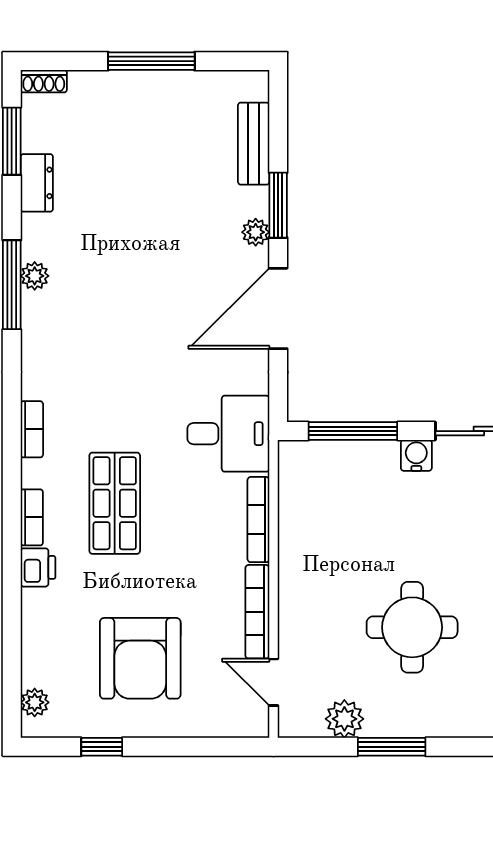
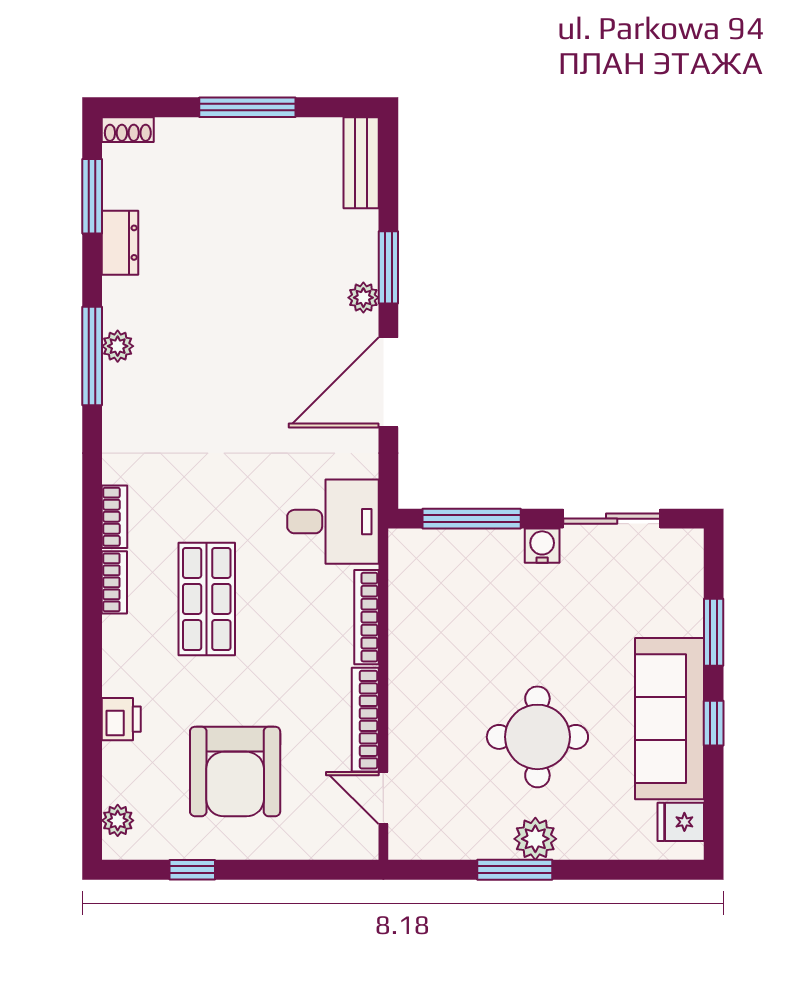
bench: (254, 144) -> (361, 163), moved
bookcase: (32, 517) -> (114, 582), moved
printer: (38, 567) -> (121, 719), moved
plant: (344, 719) -> (535, 839), moved

